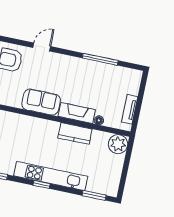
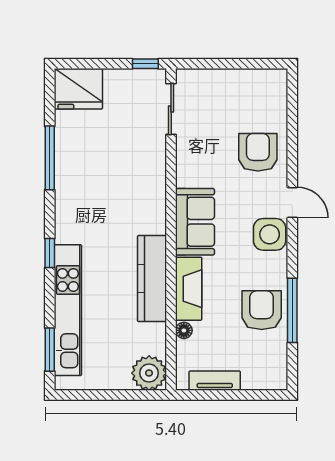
side table: (56, 63) -> (270, 234), added
armchair: (97, 76) -> (262, 310), added
kitchen counter: (75, 133) -> (152, 279), width x1.50
kitchen unit: (51, 176) -> (68, 310), moved

